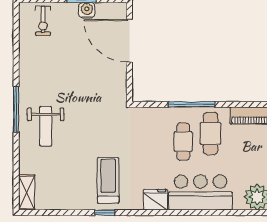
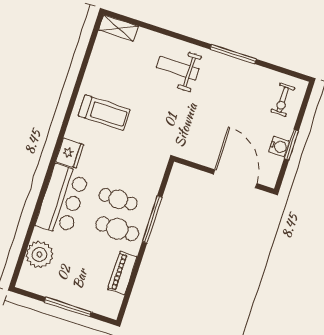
exercise bike: (43, 21) -> (283, 100), turned -90
door: (129, 41) -> (235, 179), hinge flipped
window: (16, 109) -> (233, 54), moved
window: (105, 213) -> (73, 99), removed

